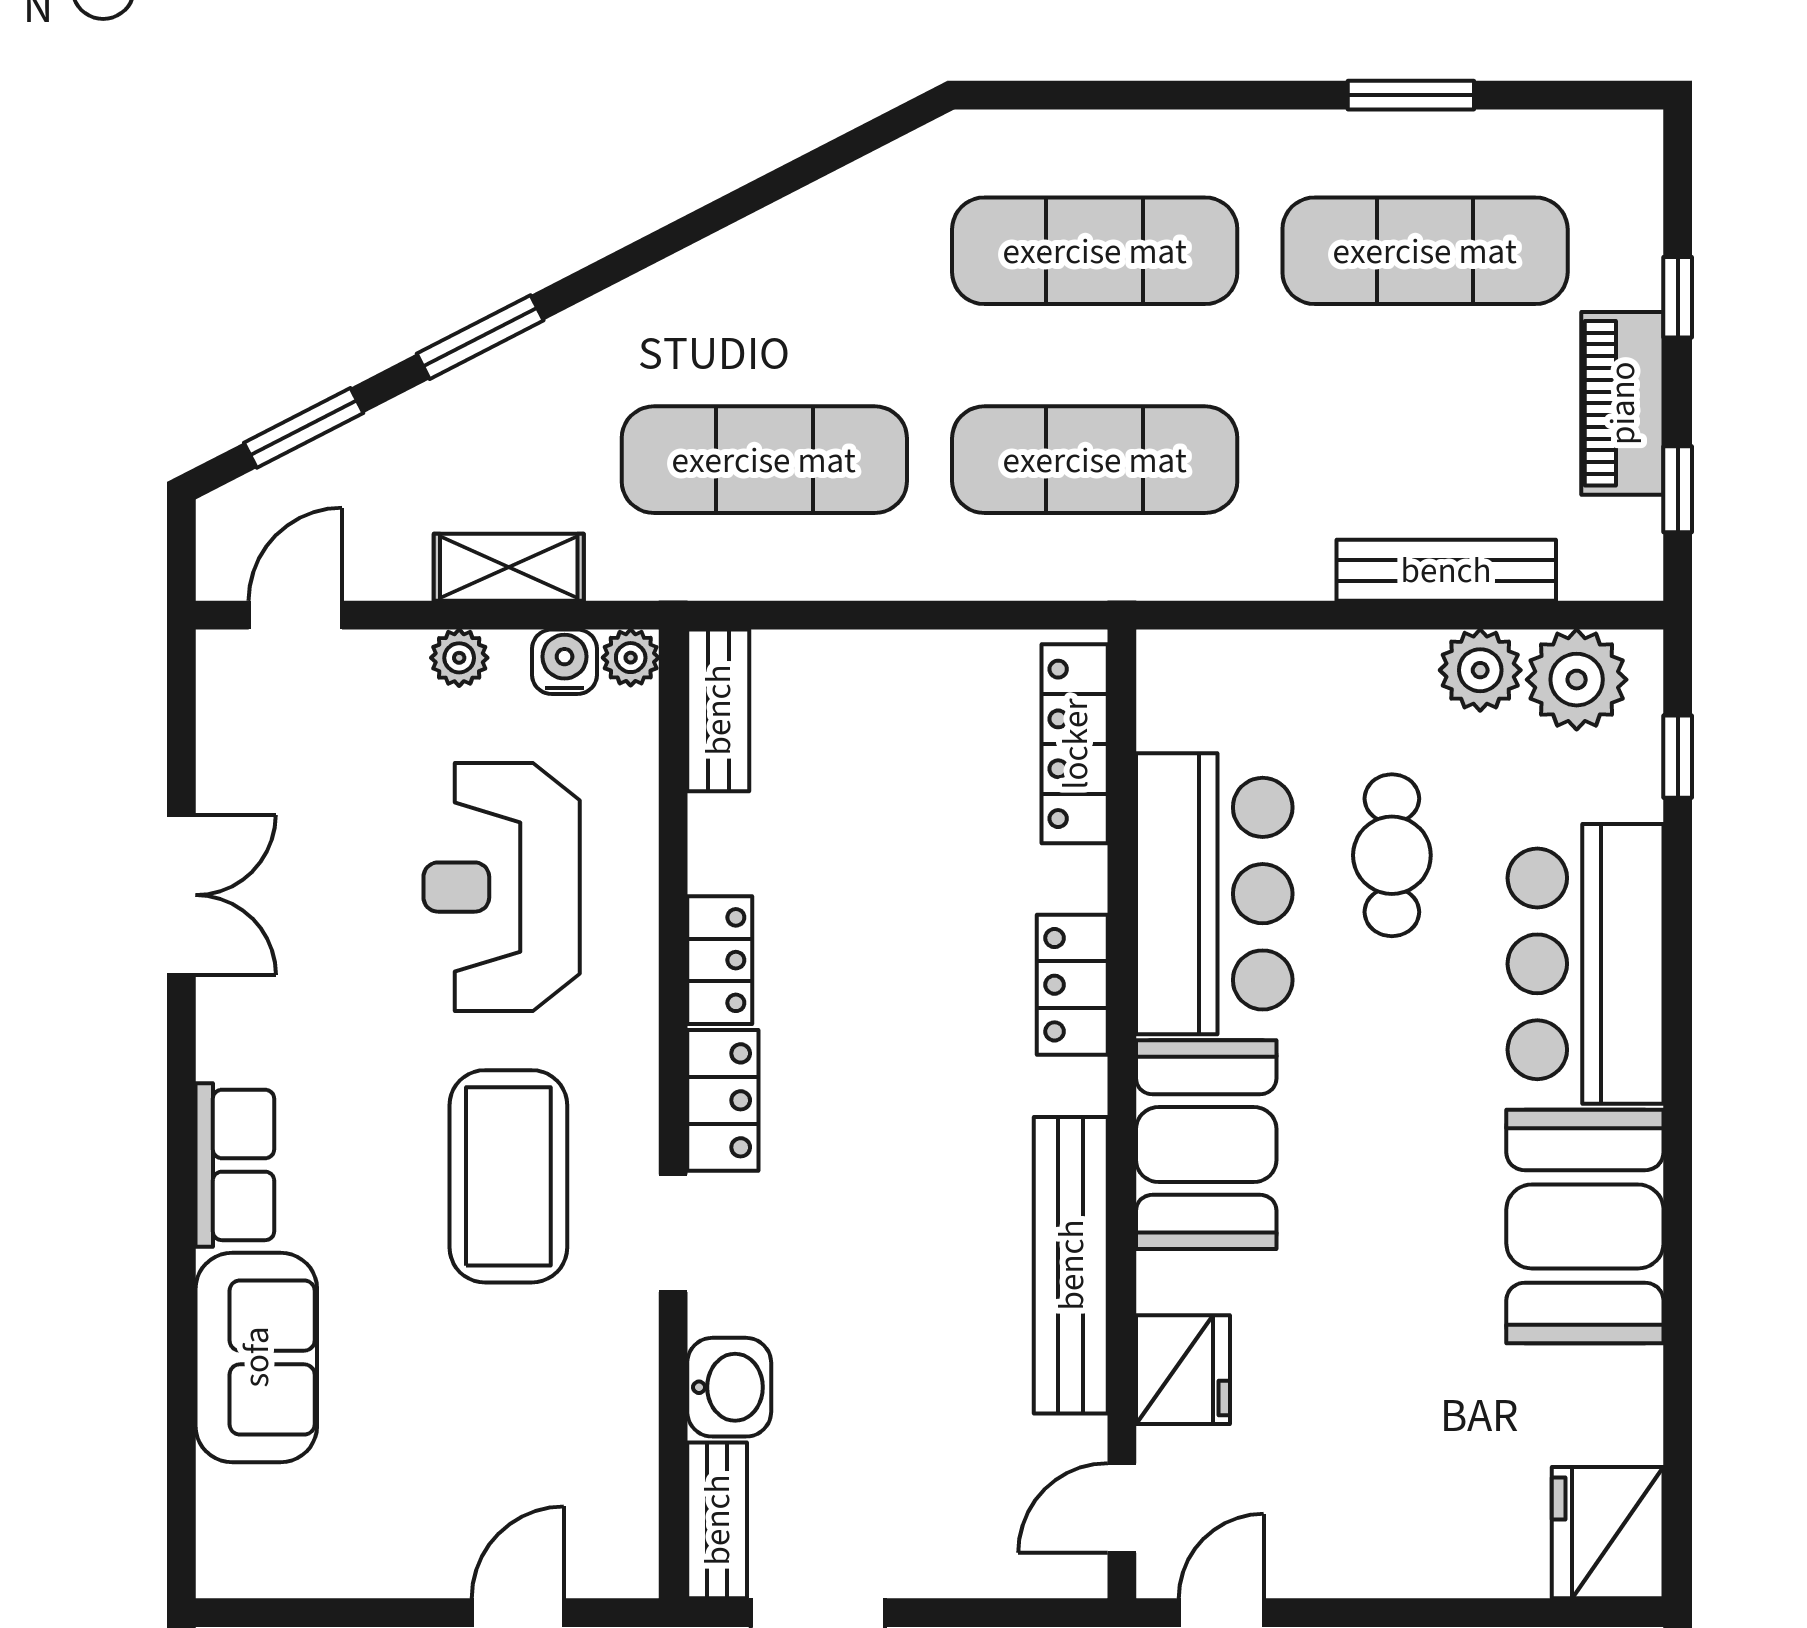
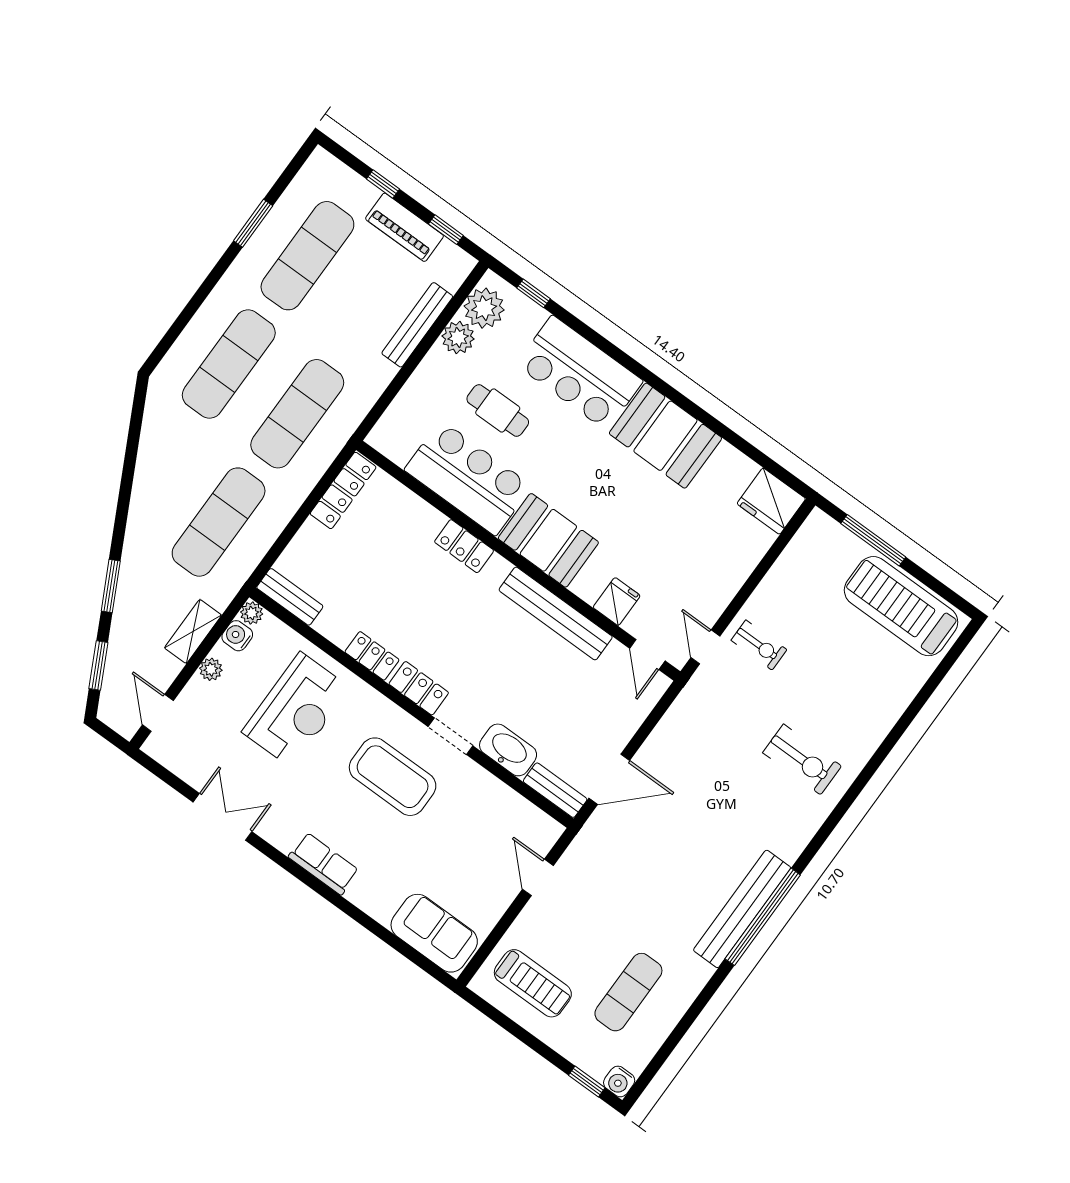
locker: (1075, 744) -> (343, 490), moved, turned -90
reception desk: (502, 887) -> (296, 710), turned -90
sofa: (256, 1357) -> (434, 933), moved
fridge: (1183, 1370) -> (617, 602), width x0.72
washbasin: (729, 1387) -> (508, 750), width x1.38

